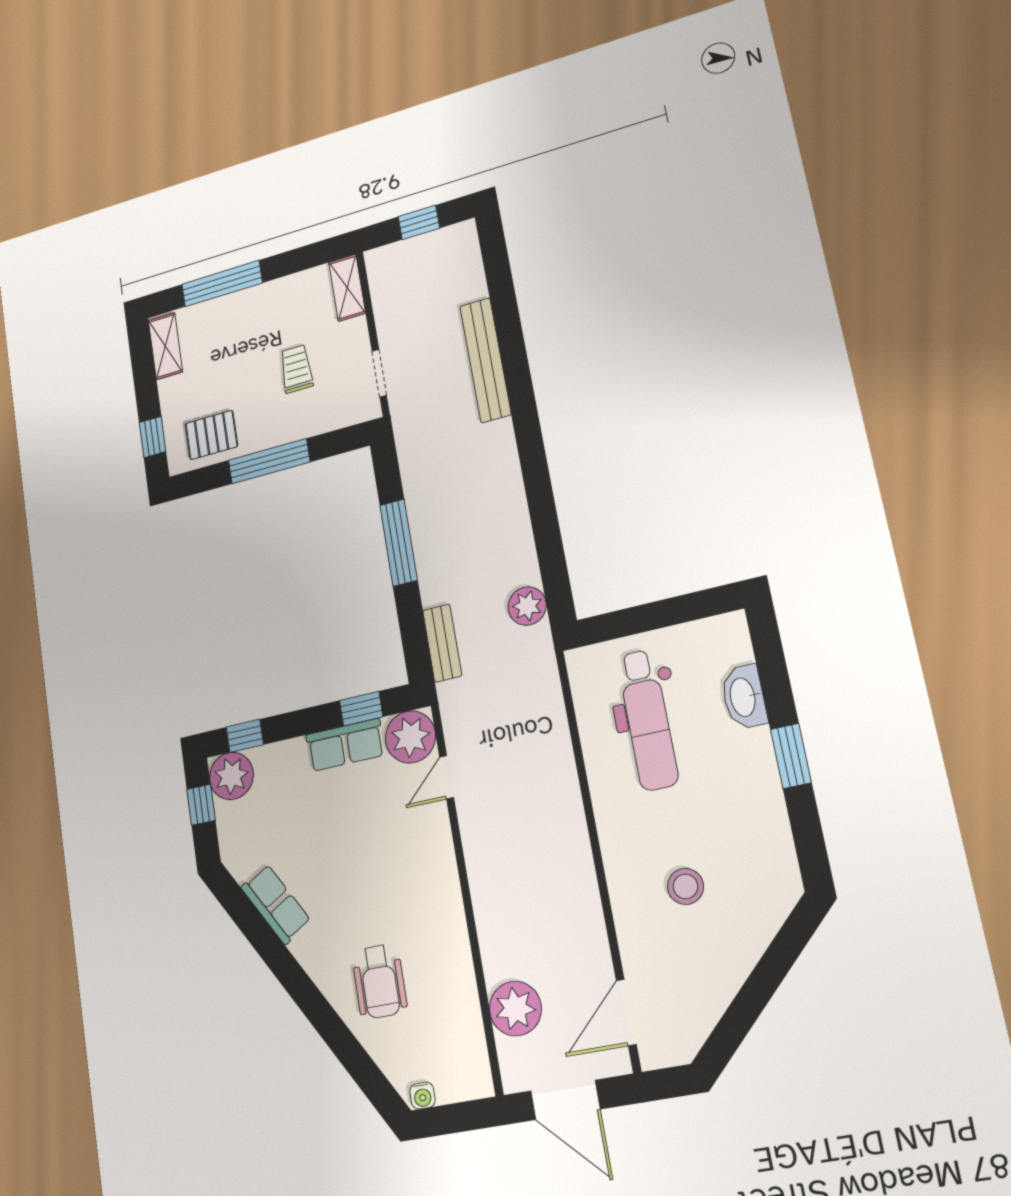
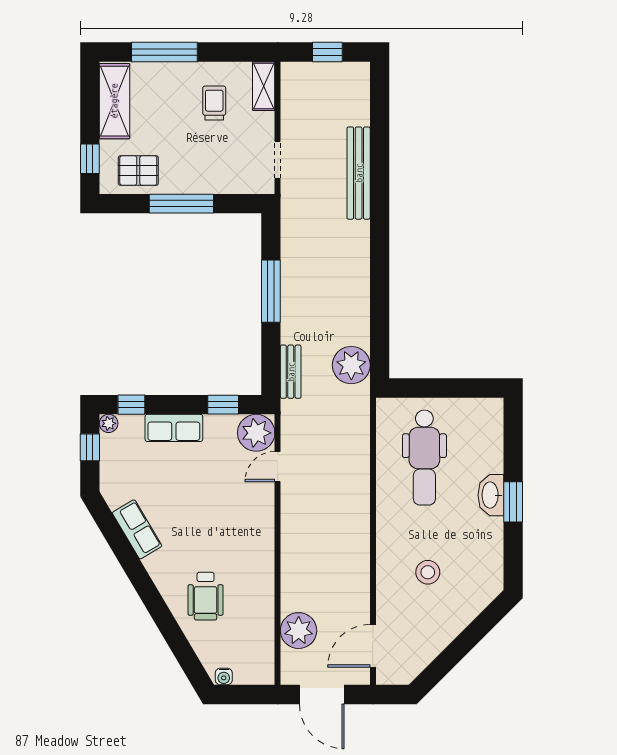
shelving: (165, 346) -> (114, 101), width x1.50, depth x1.33
trolley: (296, 369) -> (214, 103), moved
plant: (527, 606) -> (351, 365), width x1.36, depth x1.36
washbasin: (744, 697) -> (491, 495), moved
row of seats: (345, 745) -> (174, 428), moved
plant: (231, 776) -> (109, 423), width x0.53, depth x0.53

